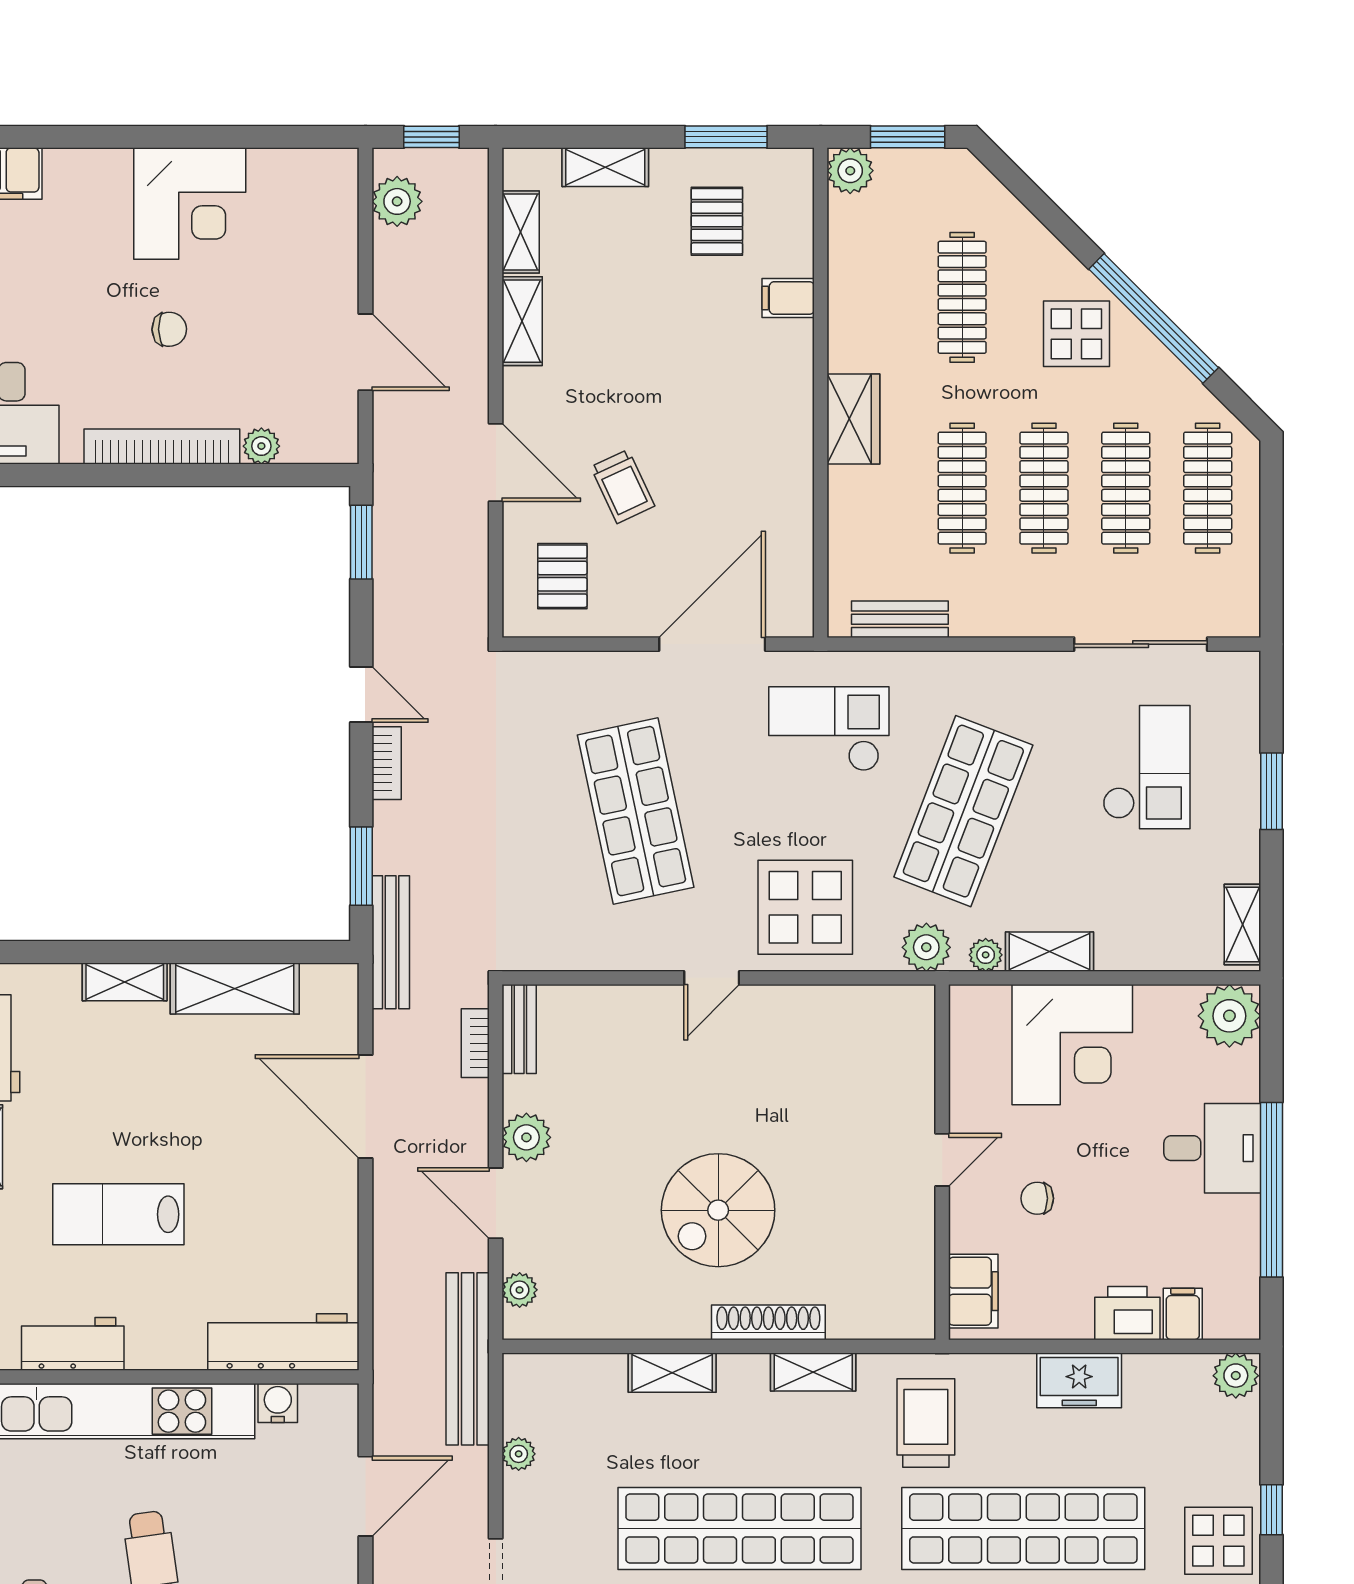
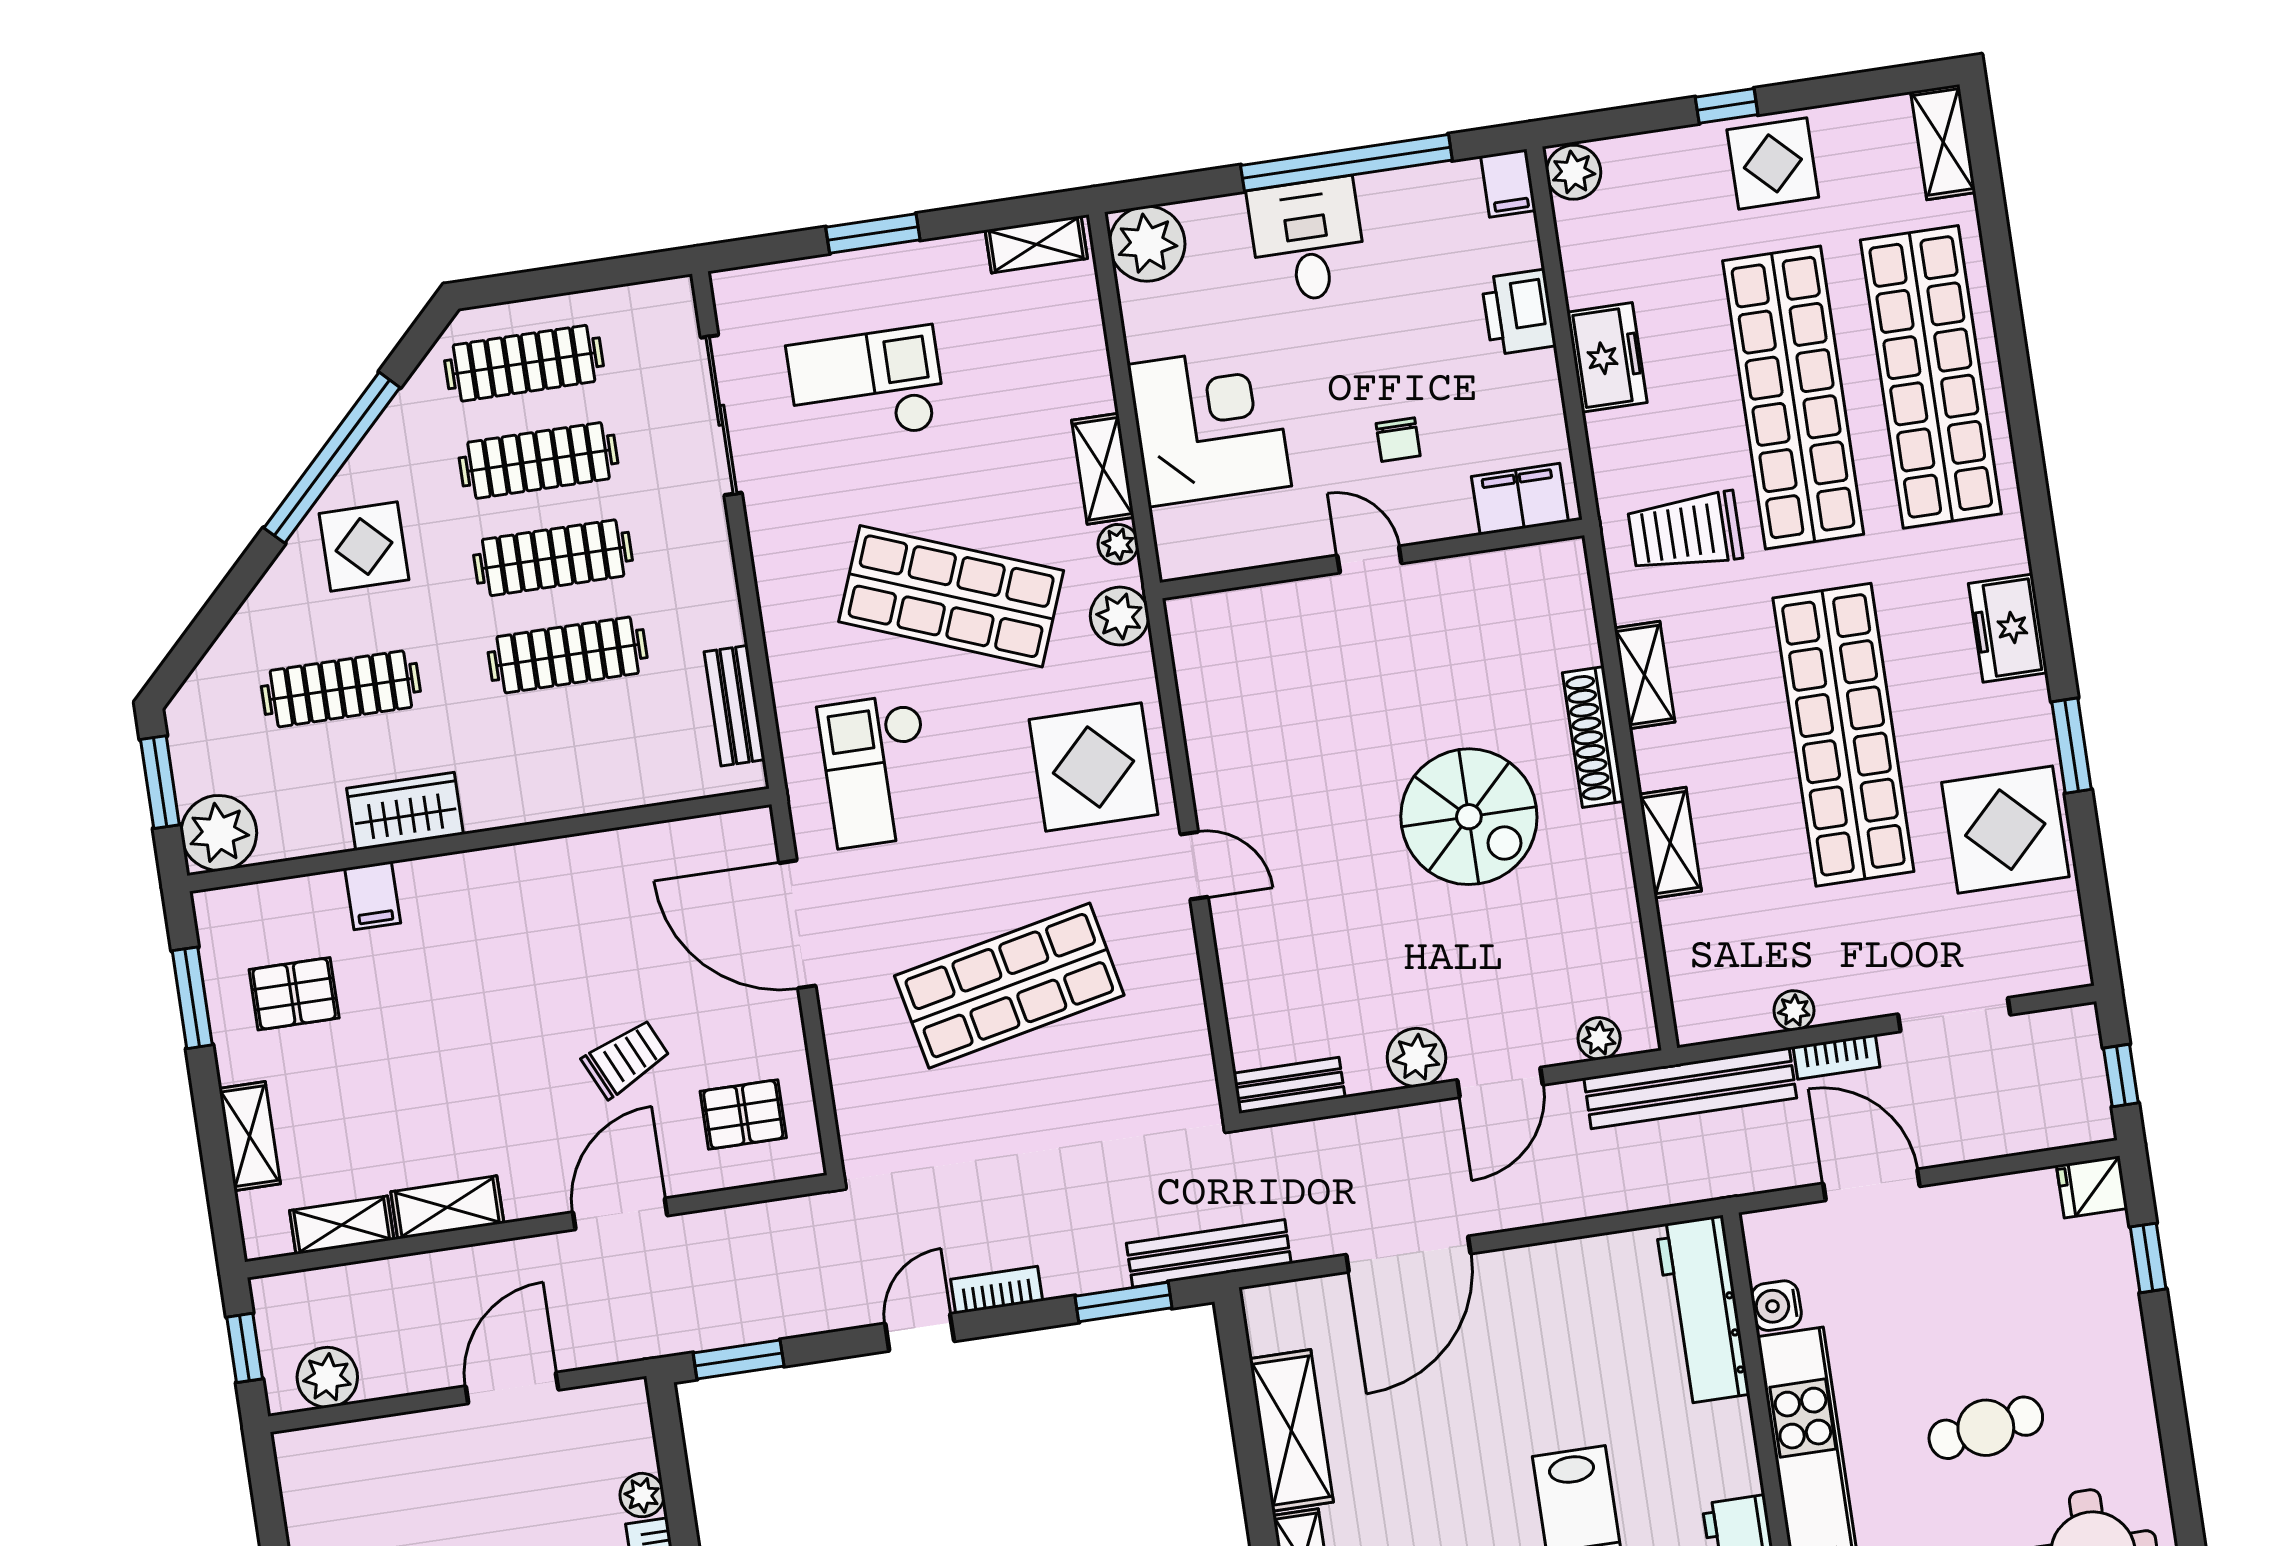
plant: (850, 171) -> (219, 833), width x1.36, depth x1.36
wardrobe: (853, 419) -> (405, 811), moved
bookcase: (475, 1043) -> (1837, 1057), moved
filing cabinet: (1183, 1314) -> (1508, 183), moved, turned -90

